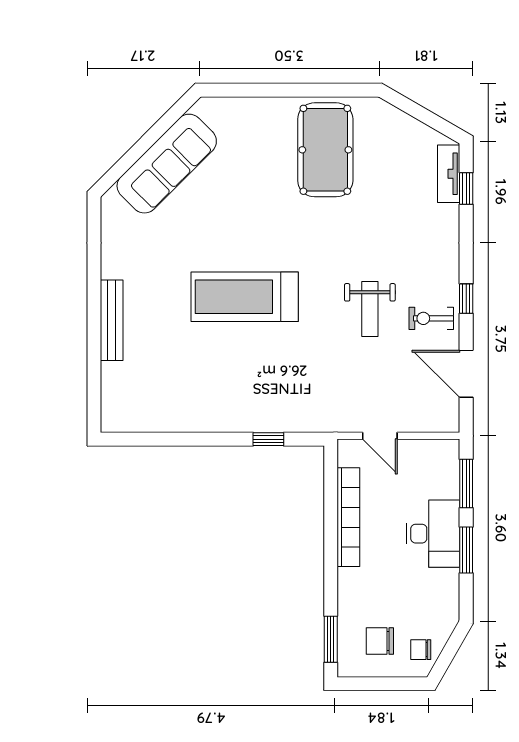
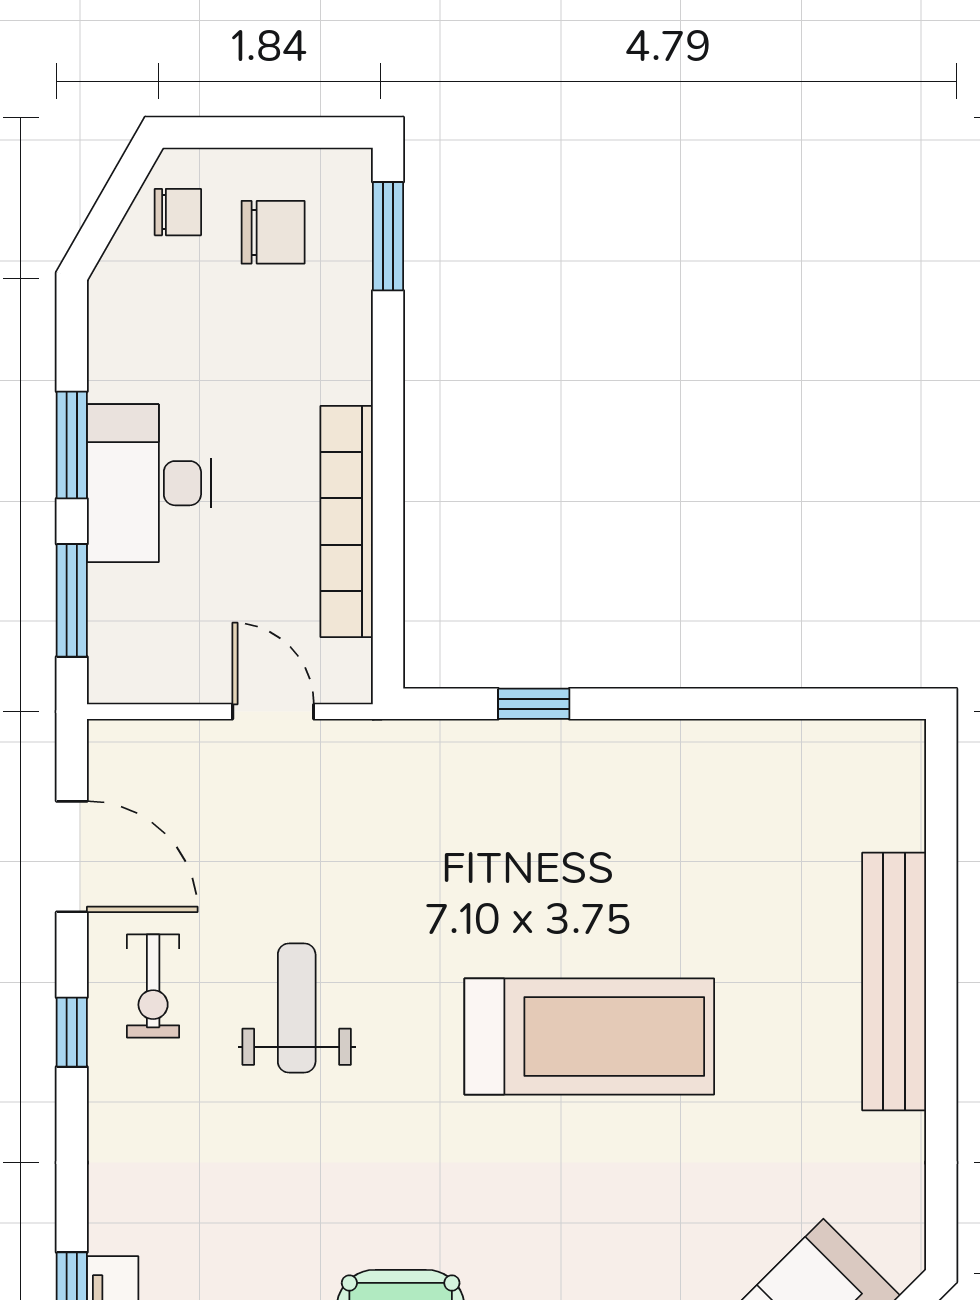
exercise bike: (431, 318) -> (153, 986), turned 90
bench: (112, 320) -> (894, 982), width x1.37, depth x1.21

